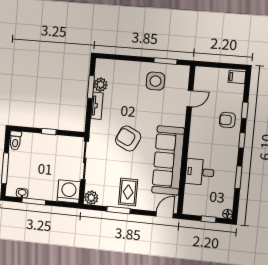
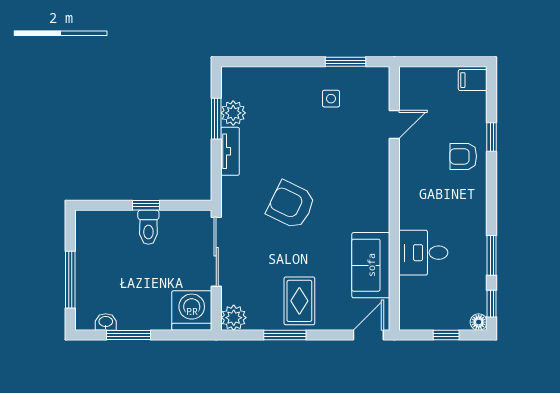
side table: (155, 81) -> (331, 99), width x0.54, depth x0.54
window: (242, 140) -> (492, 304), moved
toilet: (15, 141) -> (148, 227), moved
sofa: (168, 160) -> (371, 265), width x0.54, depth x0.79

